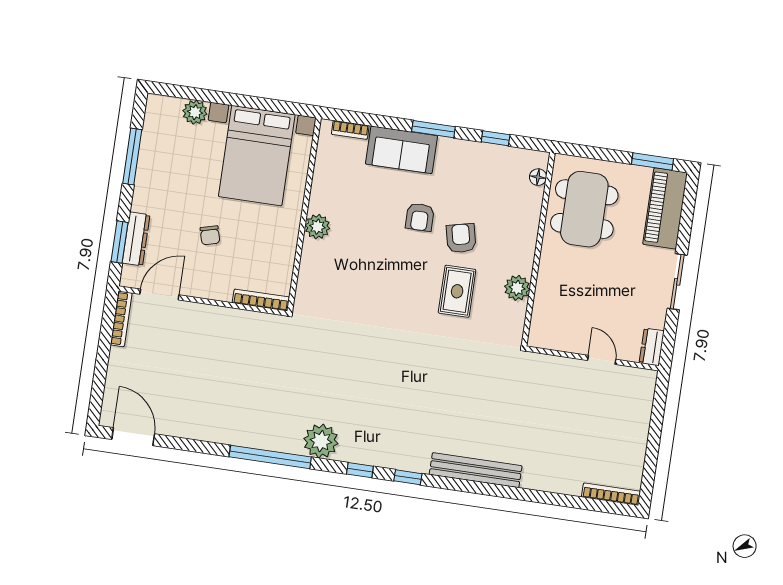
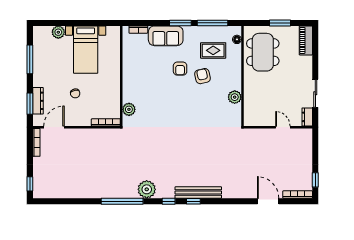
window: (496, 138) -> (213, 23), width x2.17
bed with nightstands: (257, 156) -> (86, 50), width x0.73
window: (652, 161) -> (280, 23), moved
piano: (665, 208) -> (306, 40), width x0.73, depth x0.75
plant: (317, 227) -> (129, 109), moved
sliding door: (677, 282) -> (315, 93), moved
rug: (457, 291) -> (213, 50), moved, turned 90
window: (97, 397) -> (30, 184), added
door: (133, 437) -> (268, 201), moved
bench: (476, 470) -> (198, 193), moved
window: (649, 471) -> (315, 180), added

